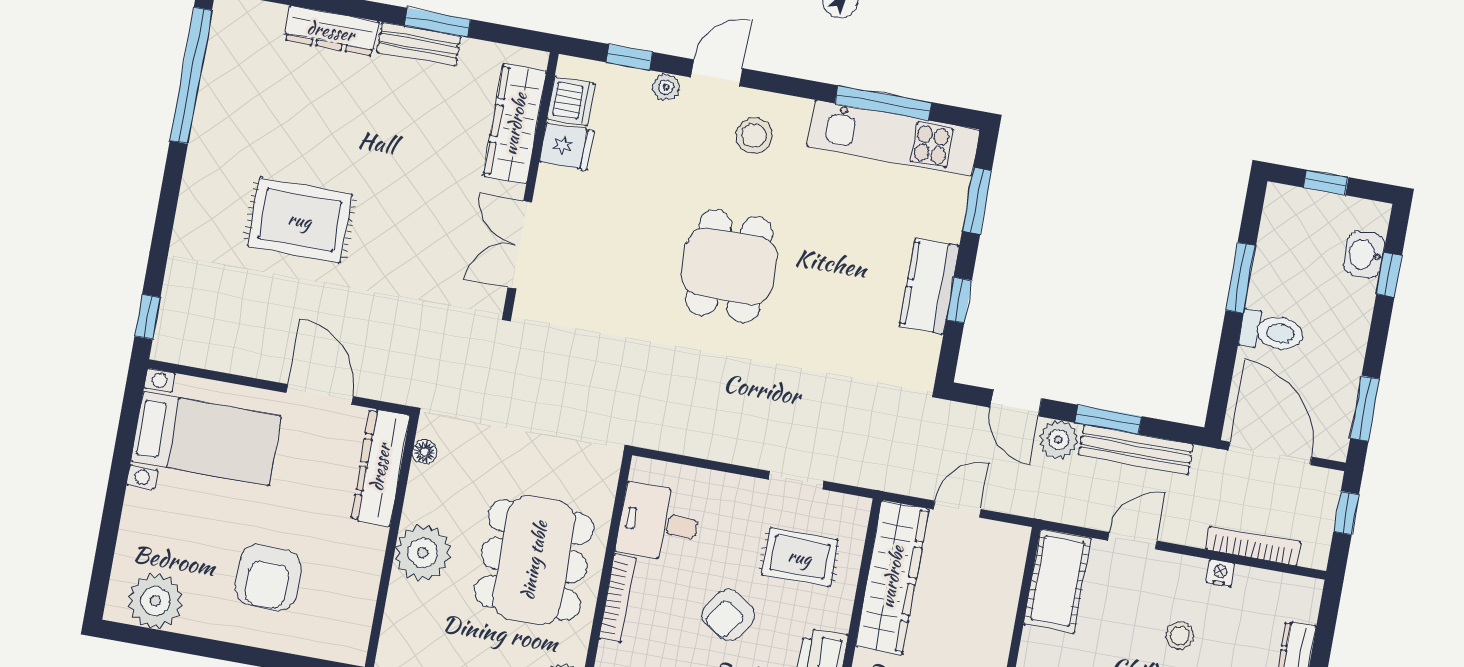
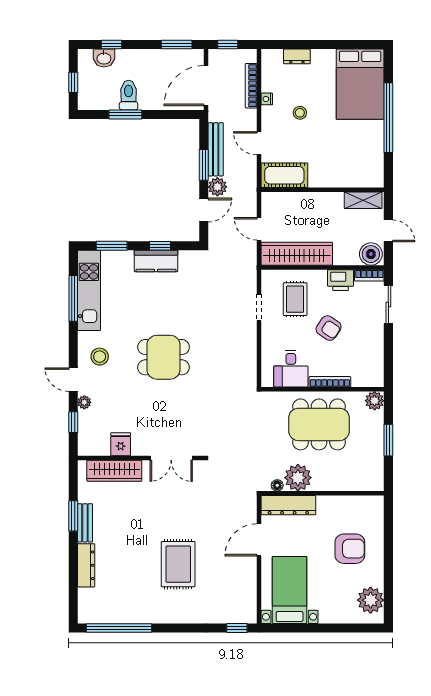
dishwasher: (571, 101) -> (99, 446), removed
toilet: (1272, 332) -> (129, 95), moved
plant: (423, 553) -> (298, 478), moved

